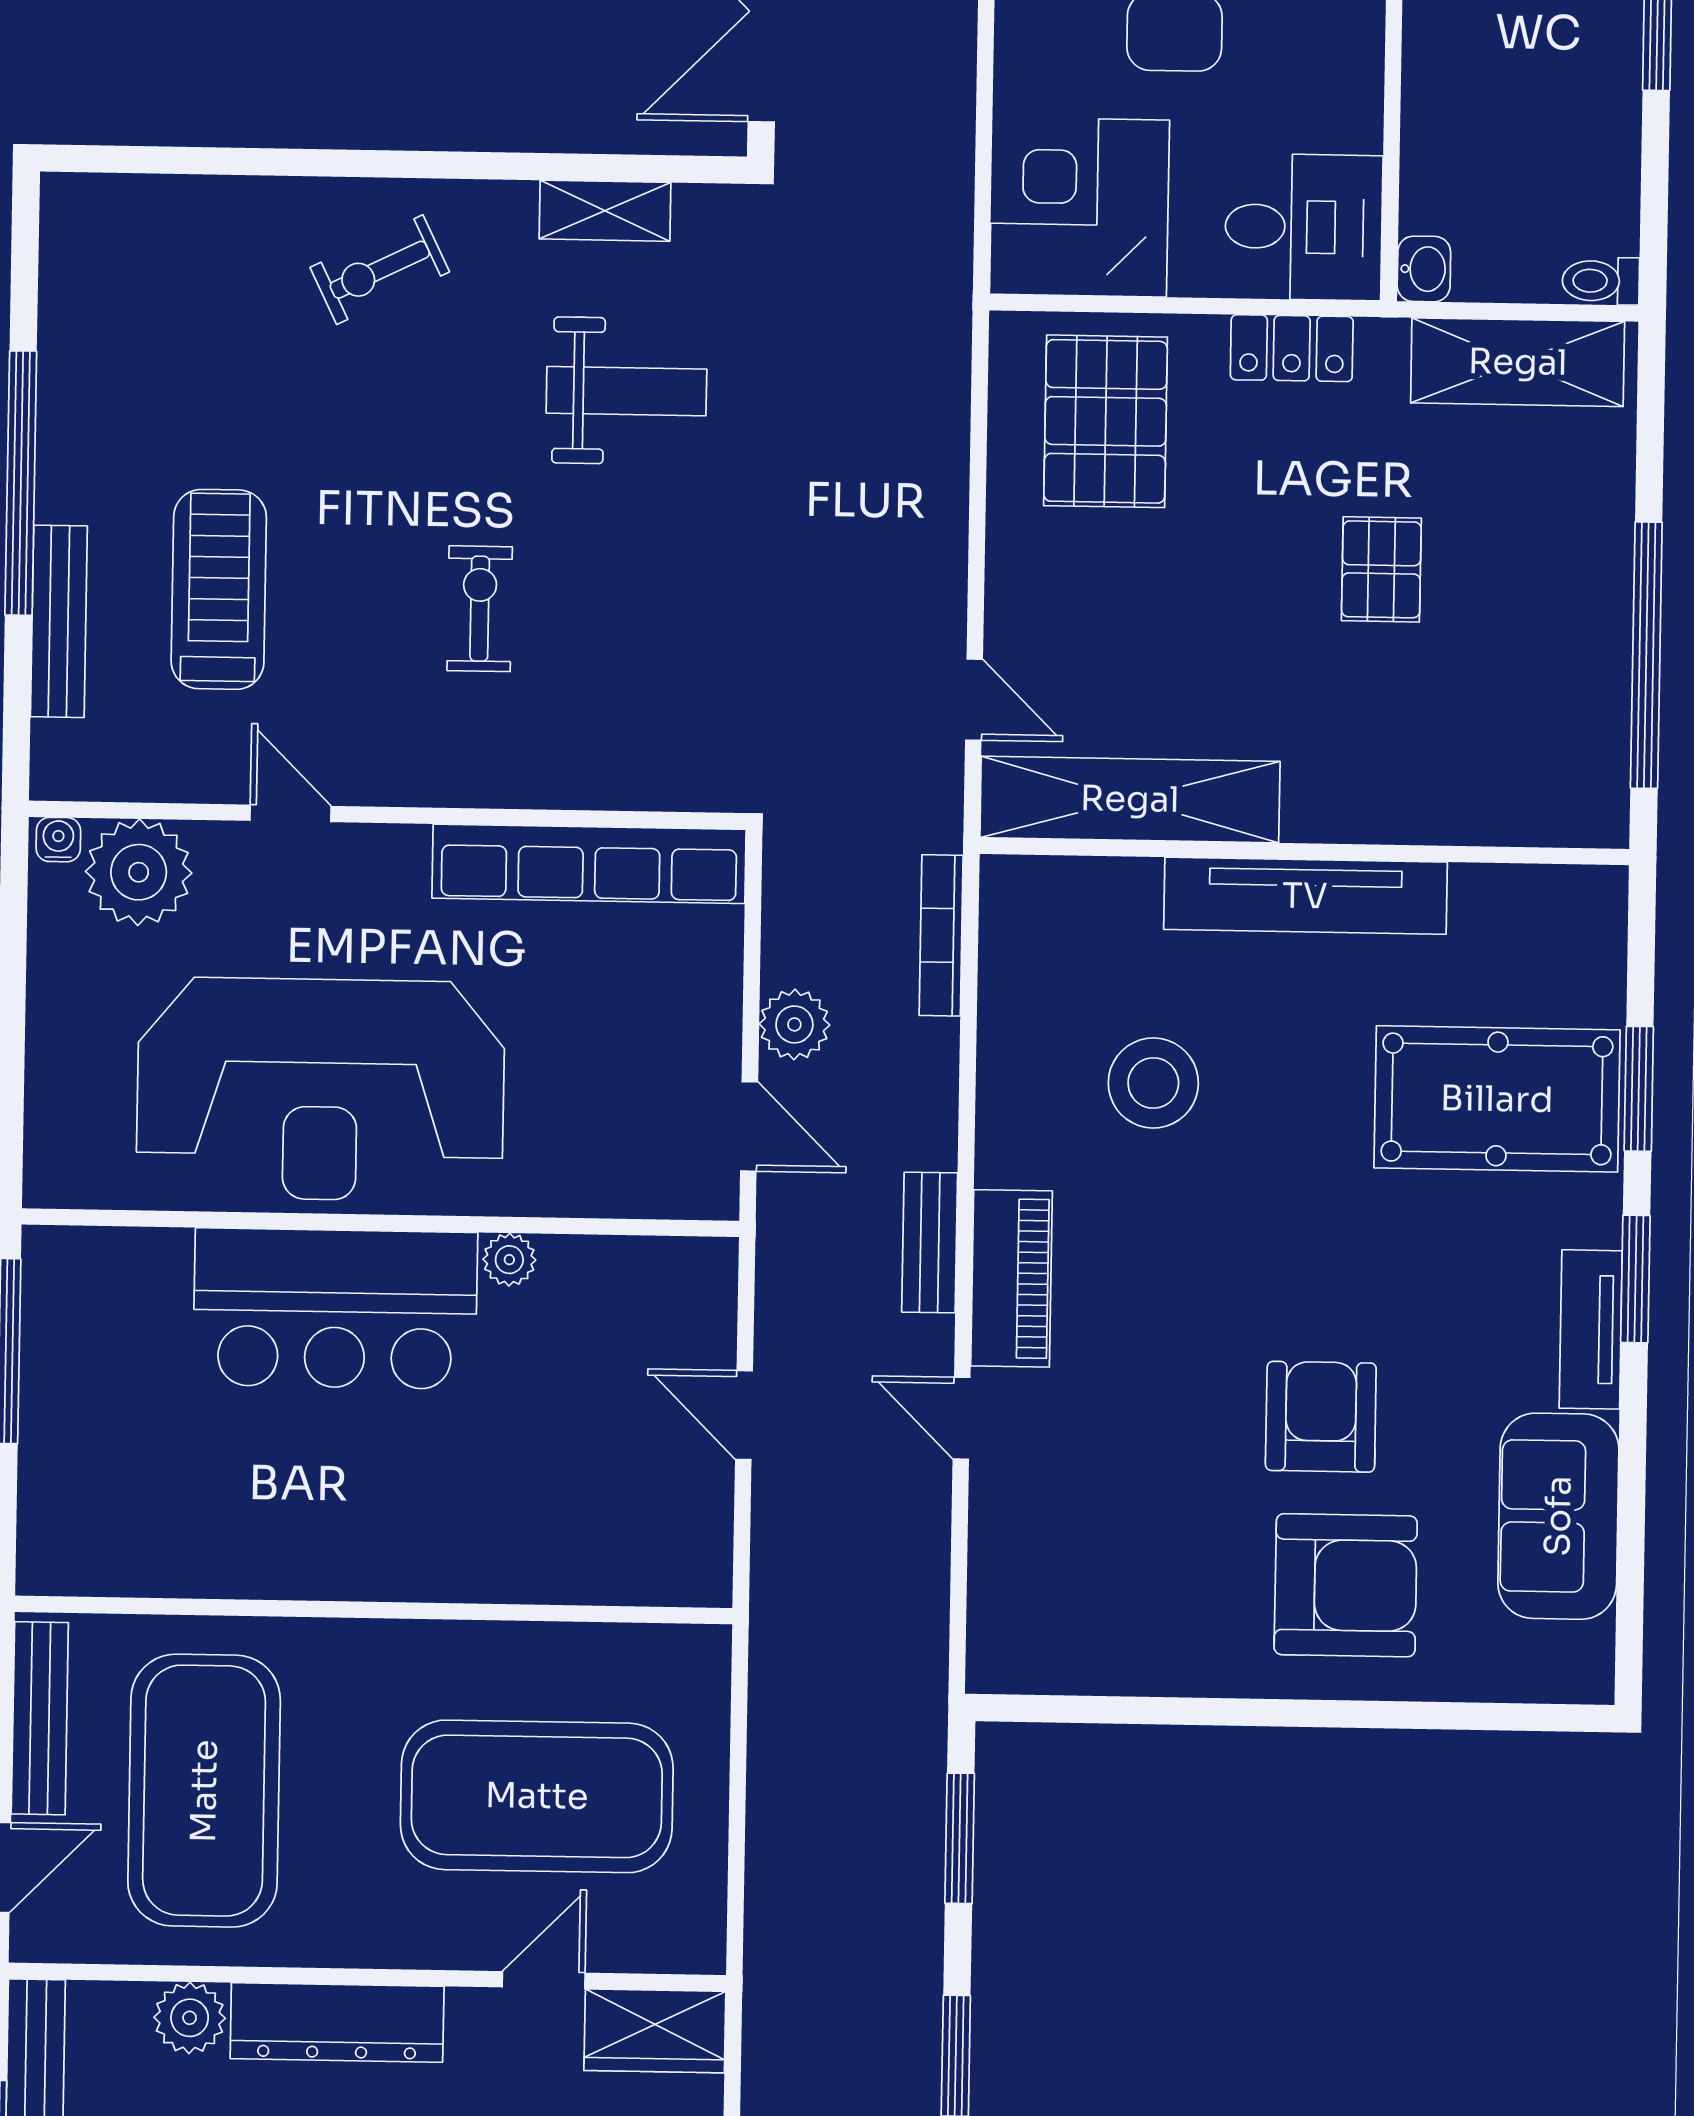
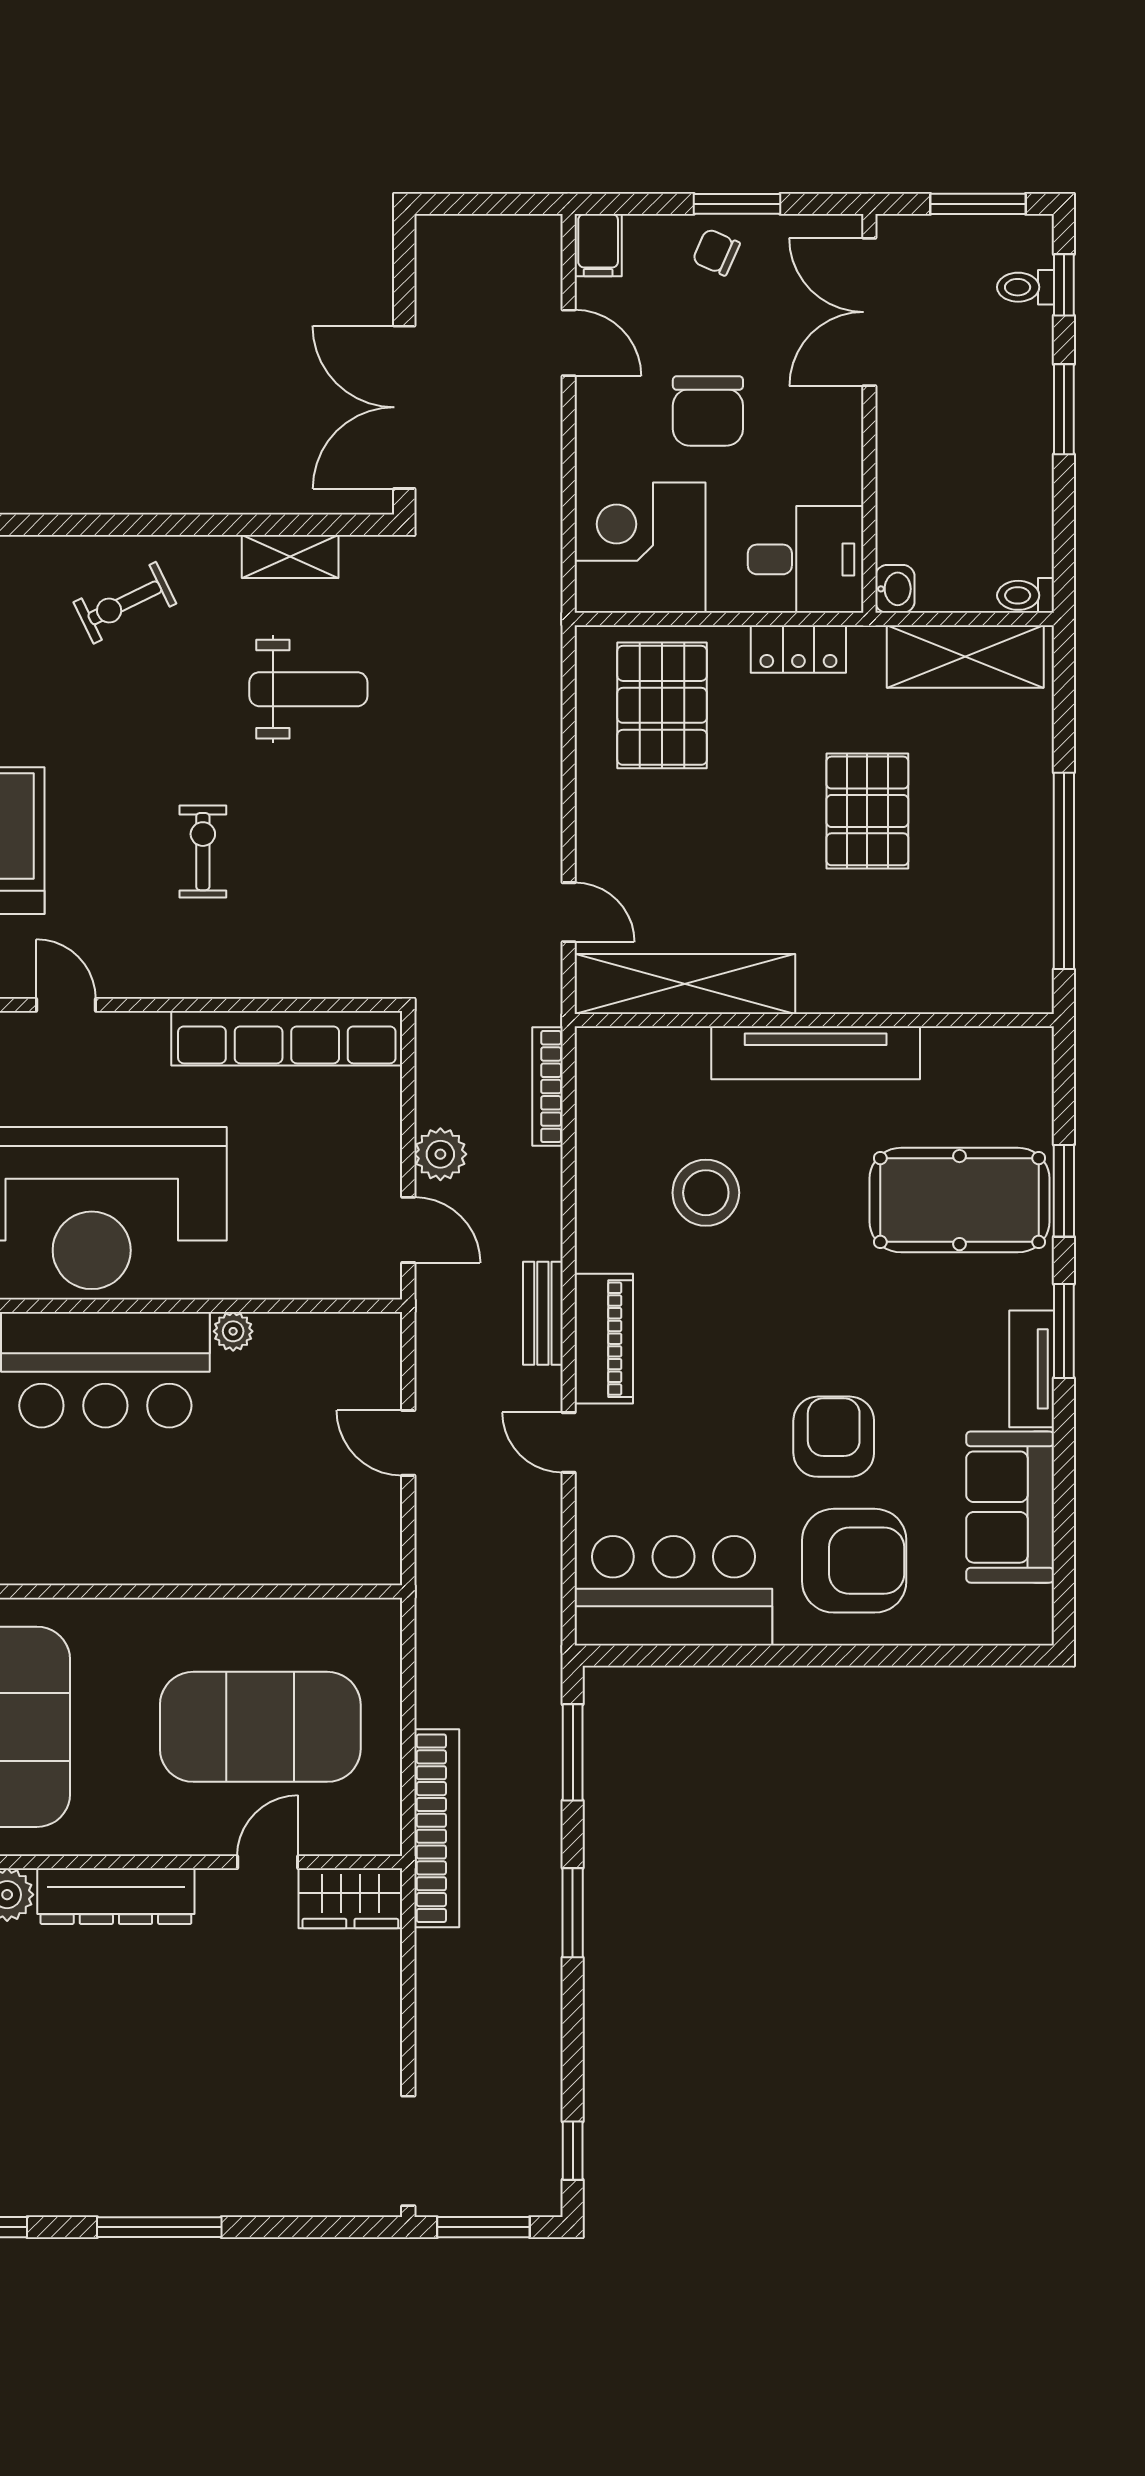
pallet: (1381, 569) -> (867, 811), width x1.50, depth x1.42
bar counter: (1100, 1622) -> (673, 1591), added
bookcase: (774, 1938) -> (437, 1828), added

